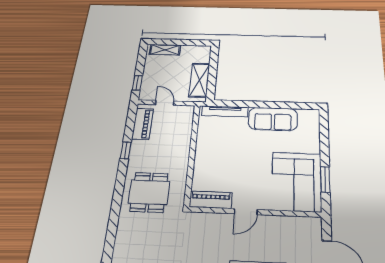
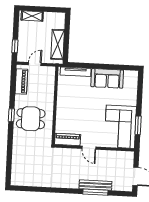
door: (165, 103) -> (35, 64), hinge flipped
window: (126, 150) -> (11, 115), moved
dining table: (149, 192) -> (31, 119), moved, turned 90
door: (246, 212) -> (89, 148), hinge flipped

